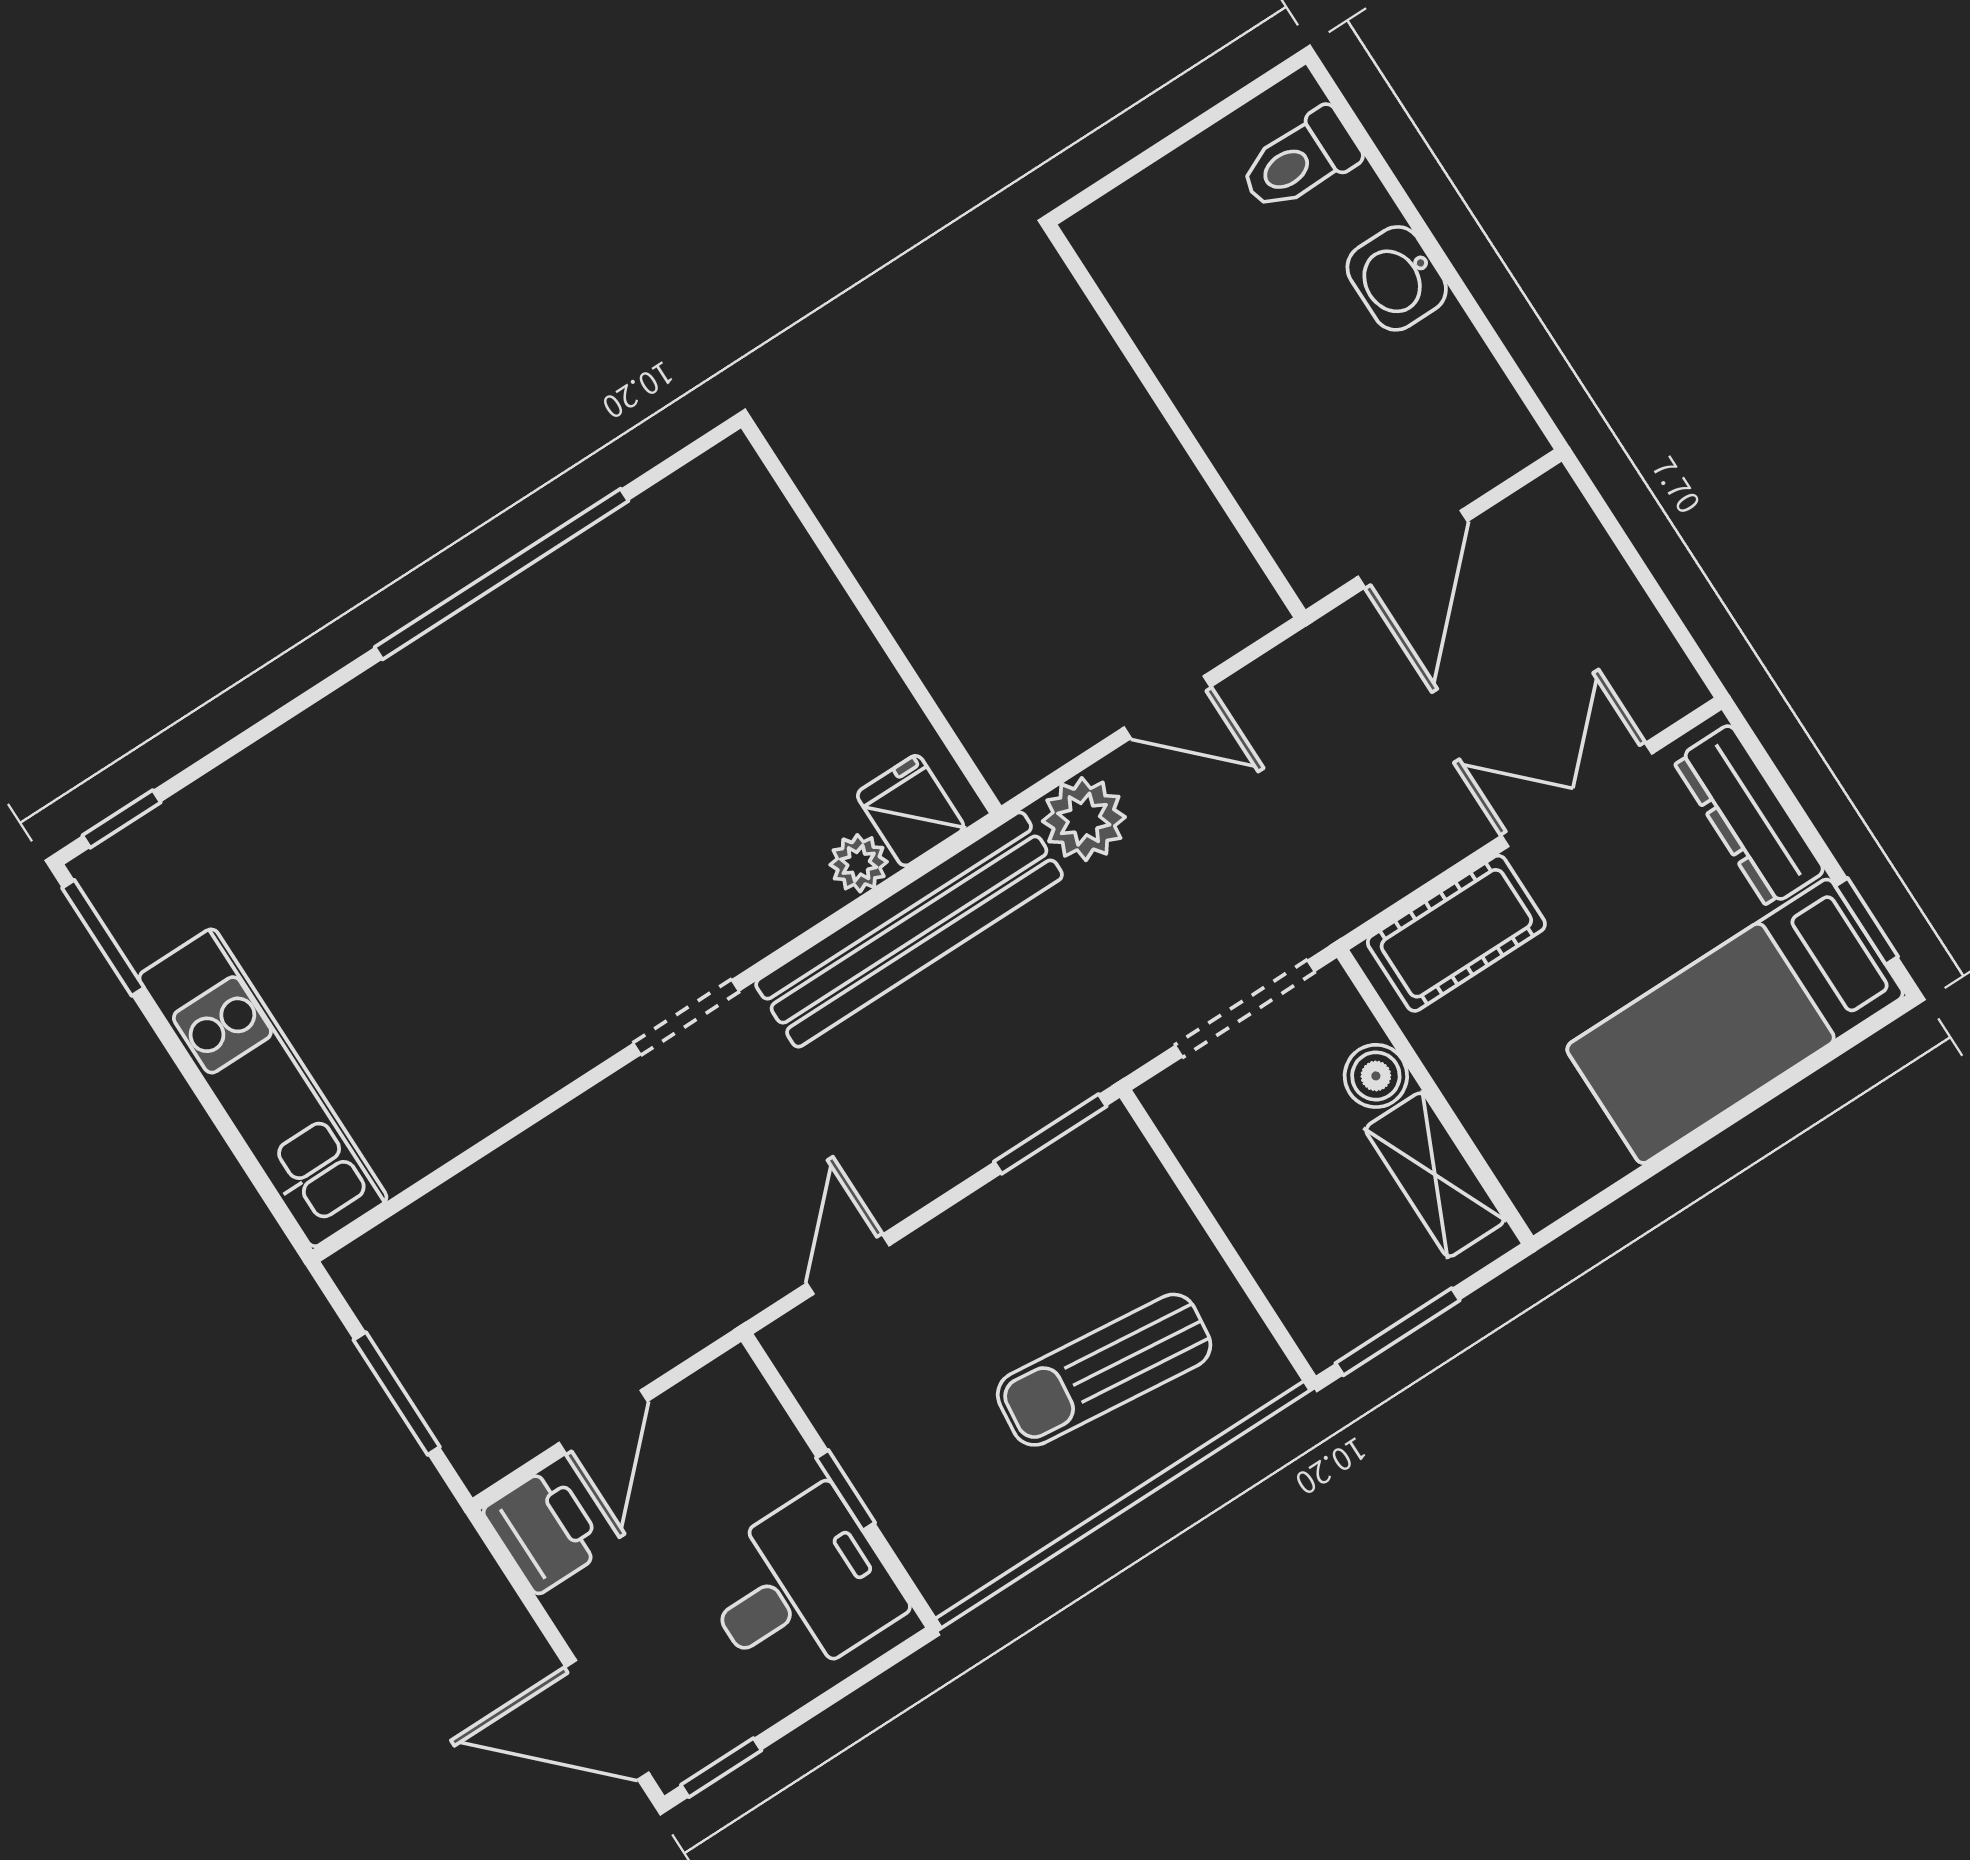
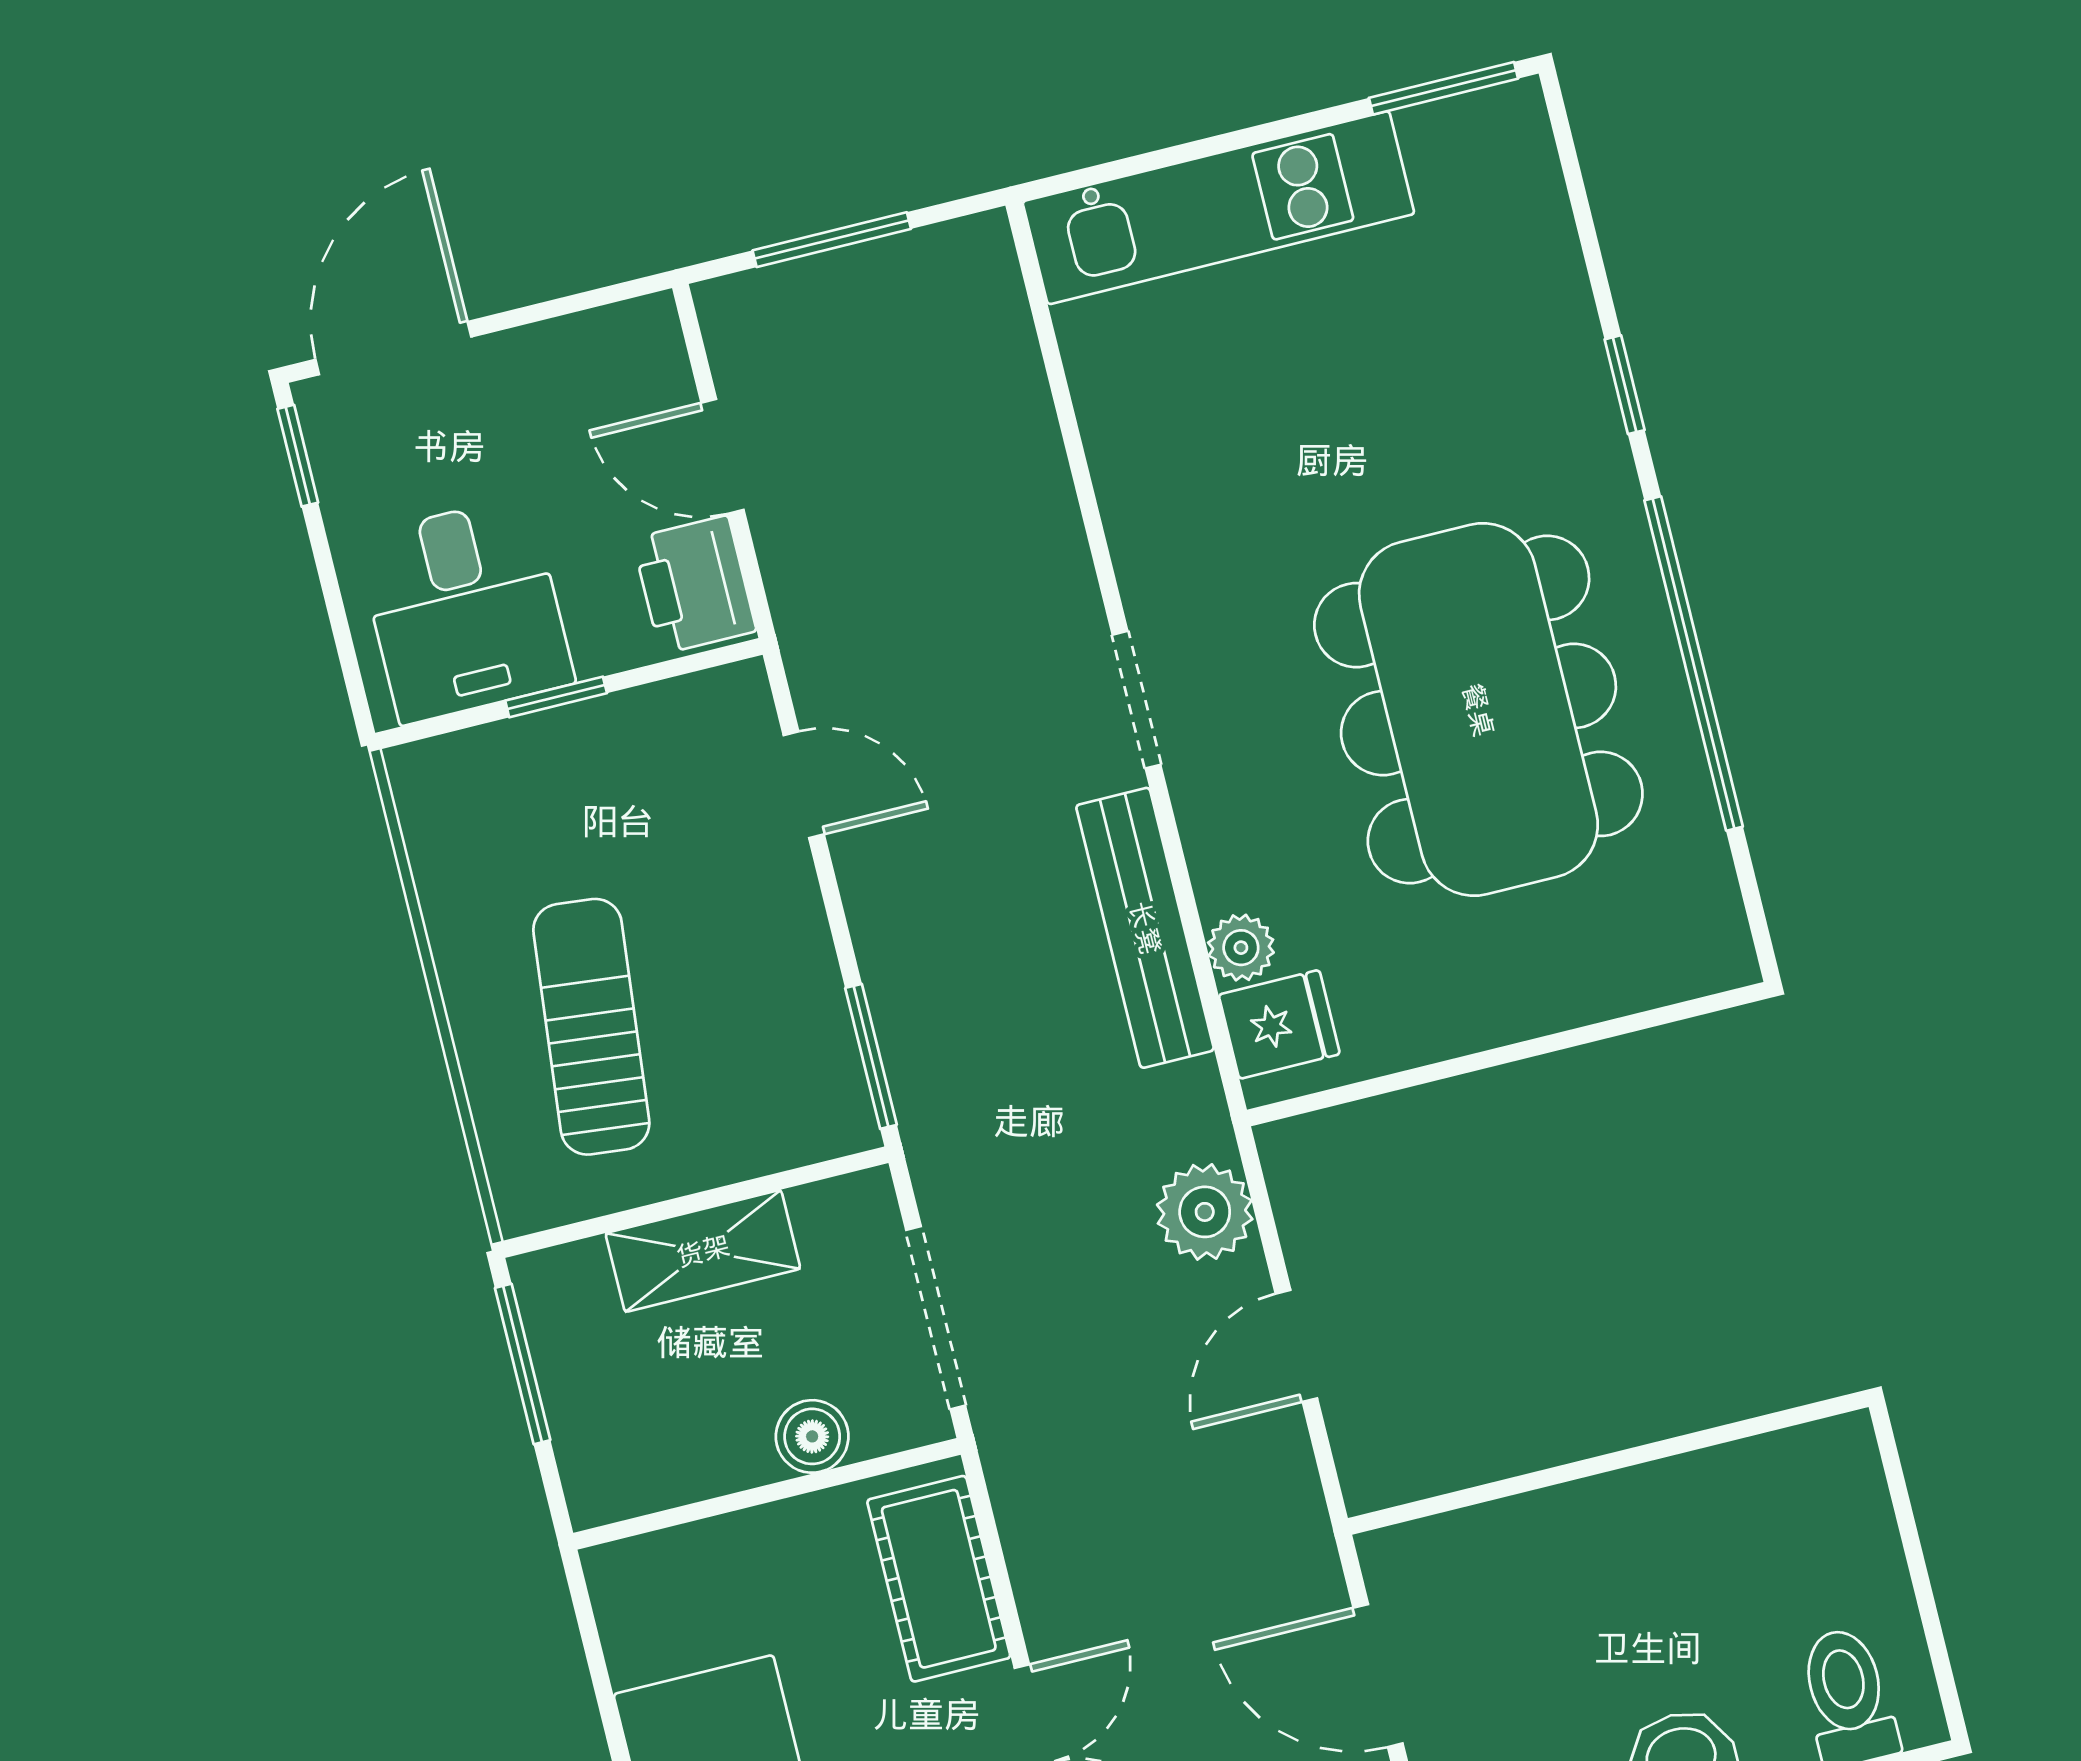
dining table: (599, 736) -> (1478, 710), added
window: (122, 819) -> (1625, 385), moved
bench: (909, 930) -> (1145, 928), width x0.73, depth x0.82
shelving: (1435, 1175) -> (703, 1251), moved
printer: (544, 1530) -> (694, 585), moved, turned 90

